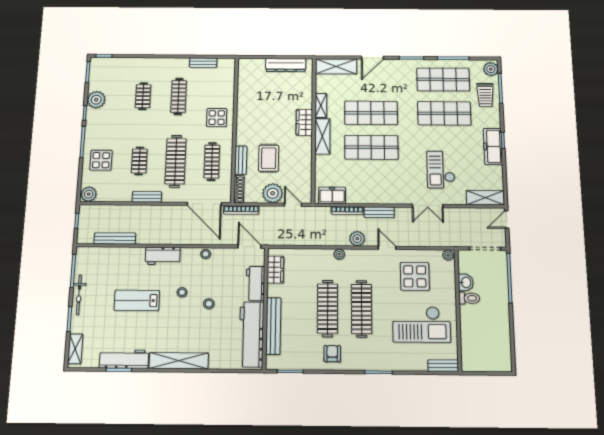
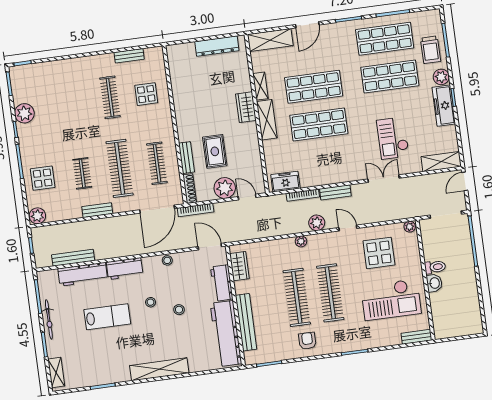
plant: (491, 69) -> (441, 77), moved
clothes rail: (143, 96) -> (73, 102), removed
display table: (217, 118) -> (146, 94), moved
door: (204, 204) -> (157, 209), hinge flipped
double door: (428, 206) -> (384, 179), swing flipped
washbasin: (466, 282) -> (434, 283), moved
lab bench: (137, 300) -> (107, 317), turned 180
workbench: (124, 359) -> (83, 274), moved, turned 180

